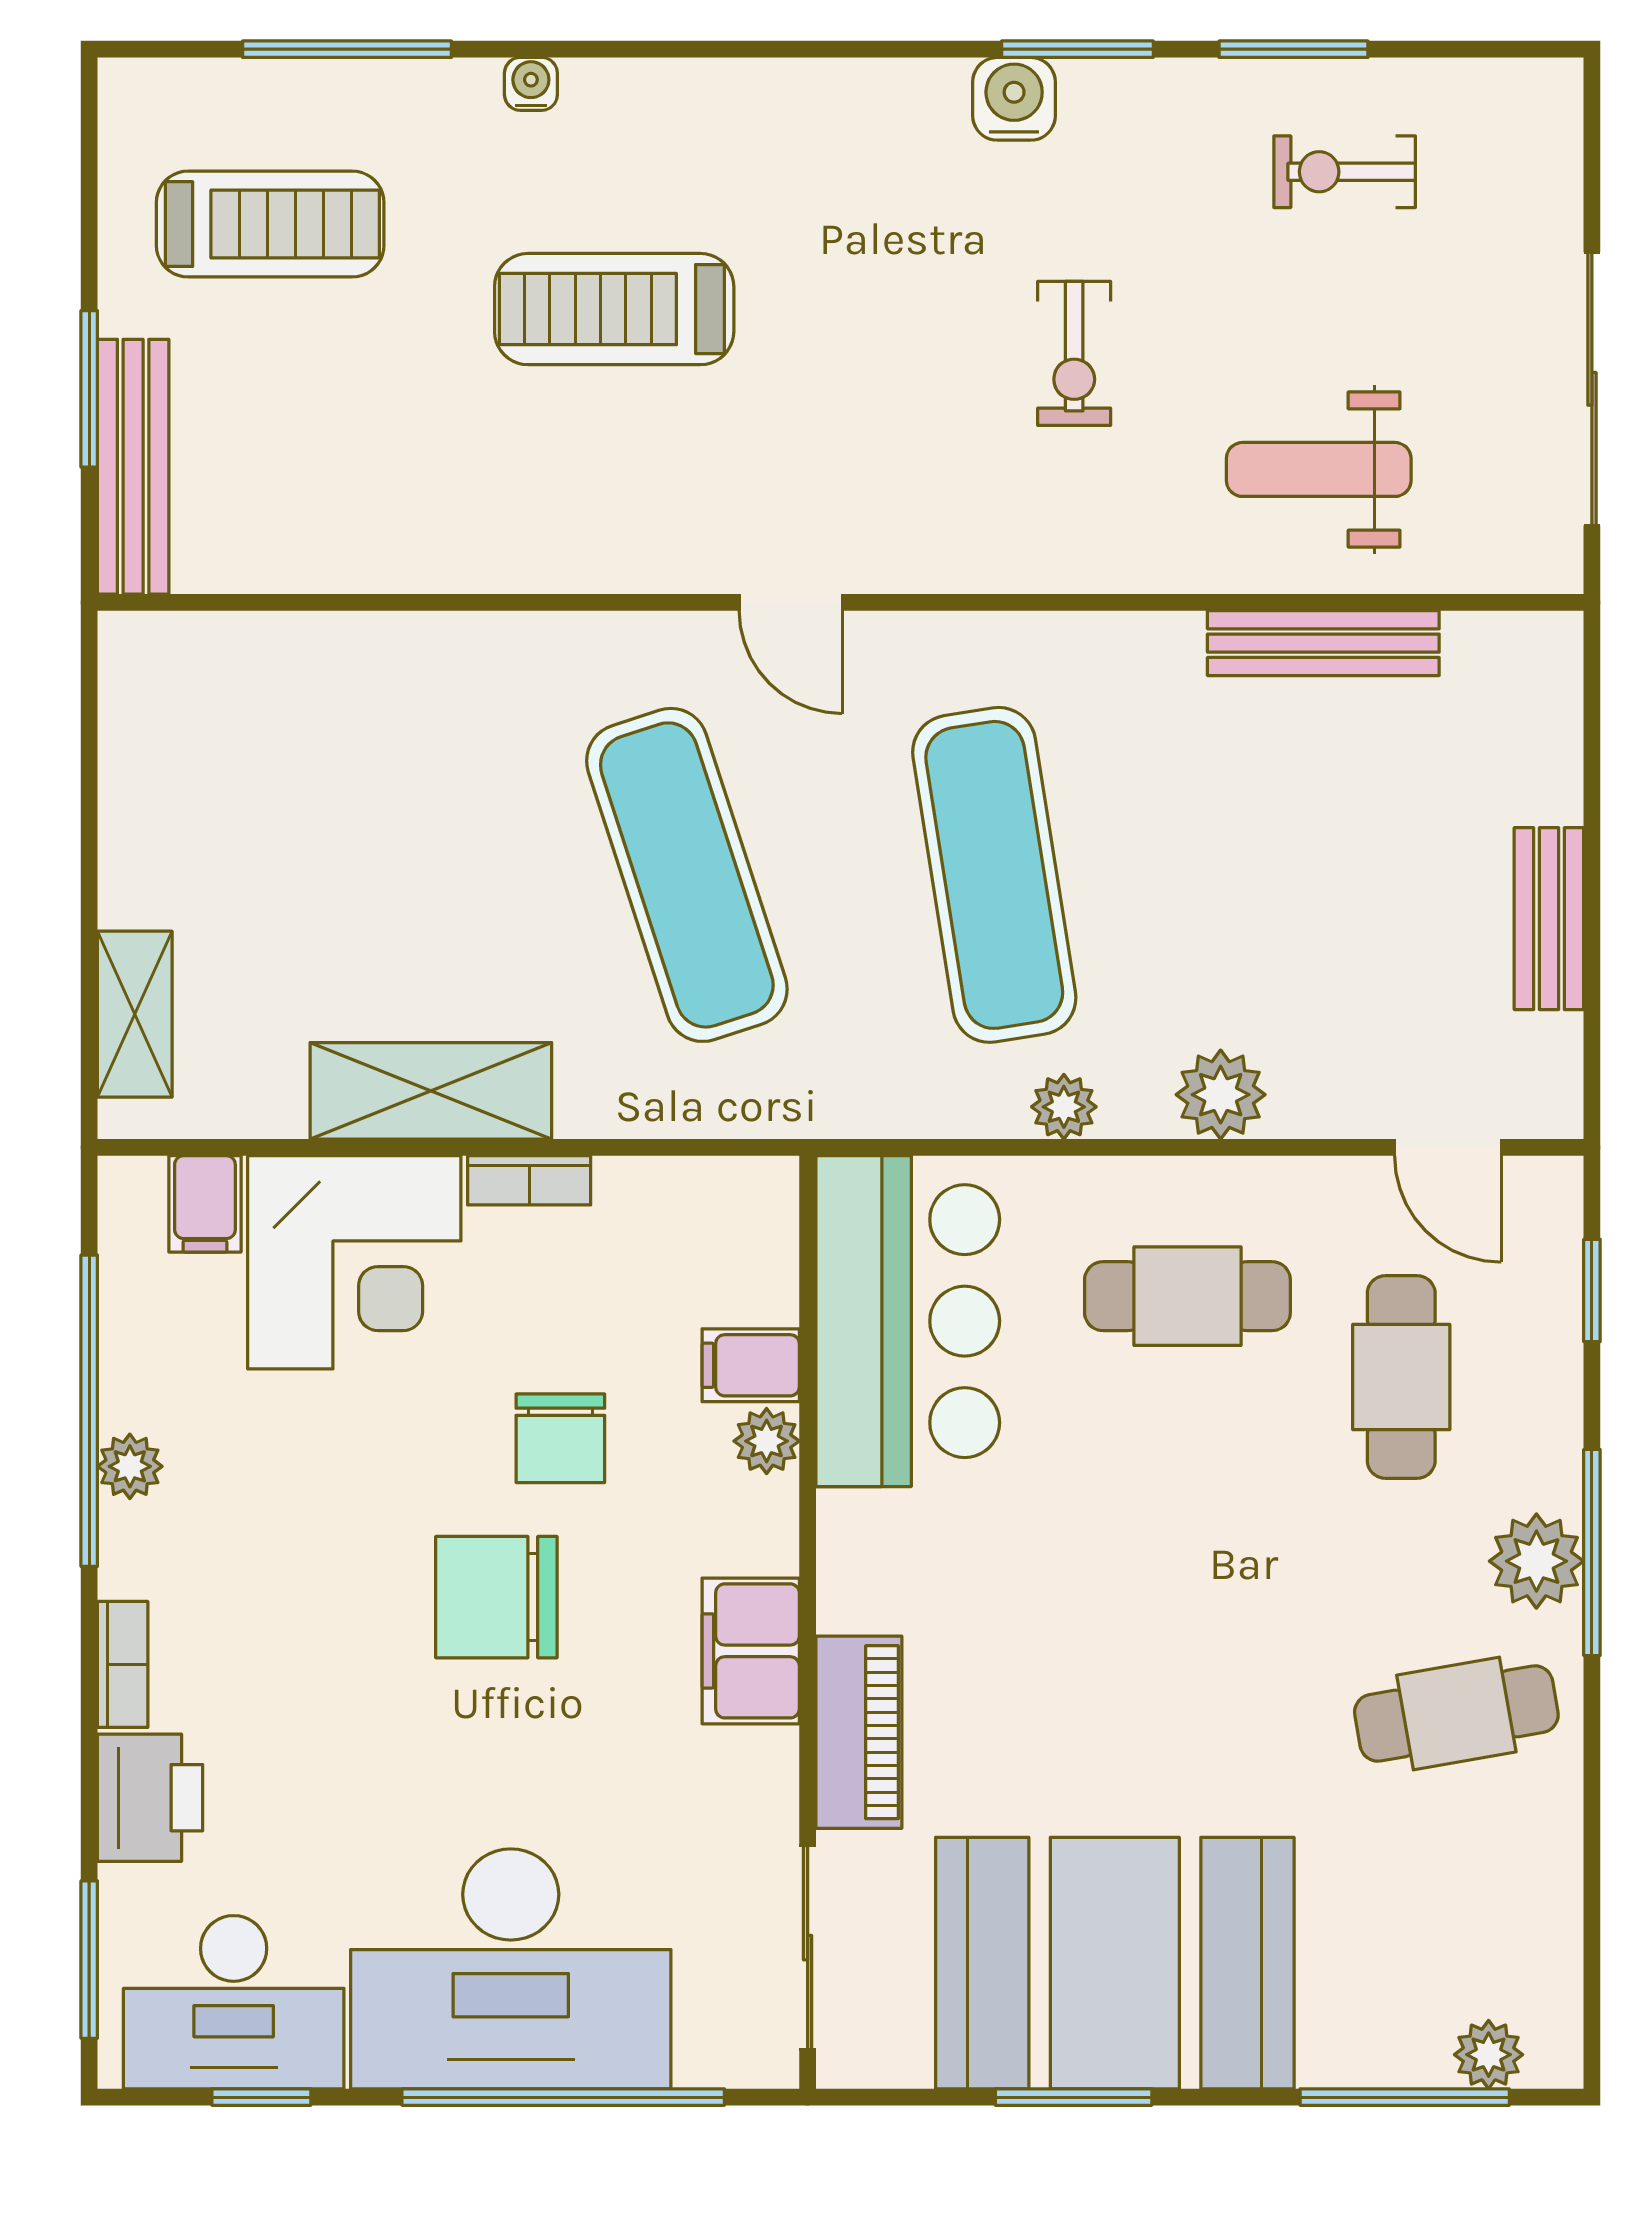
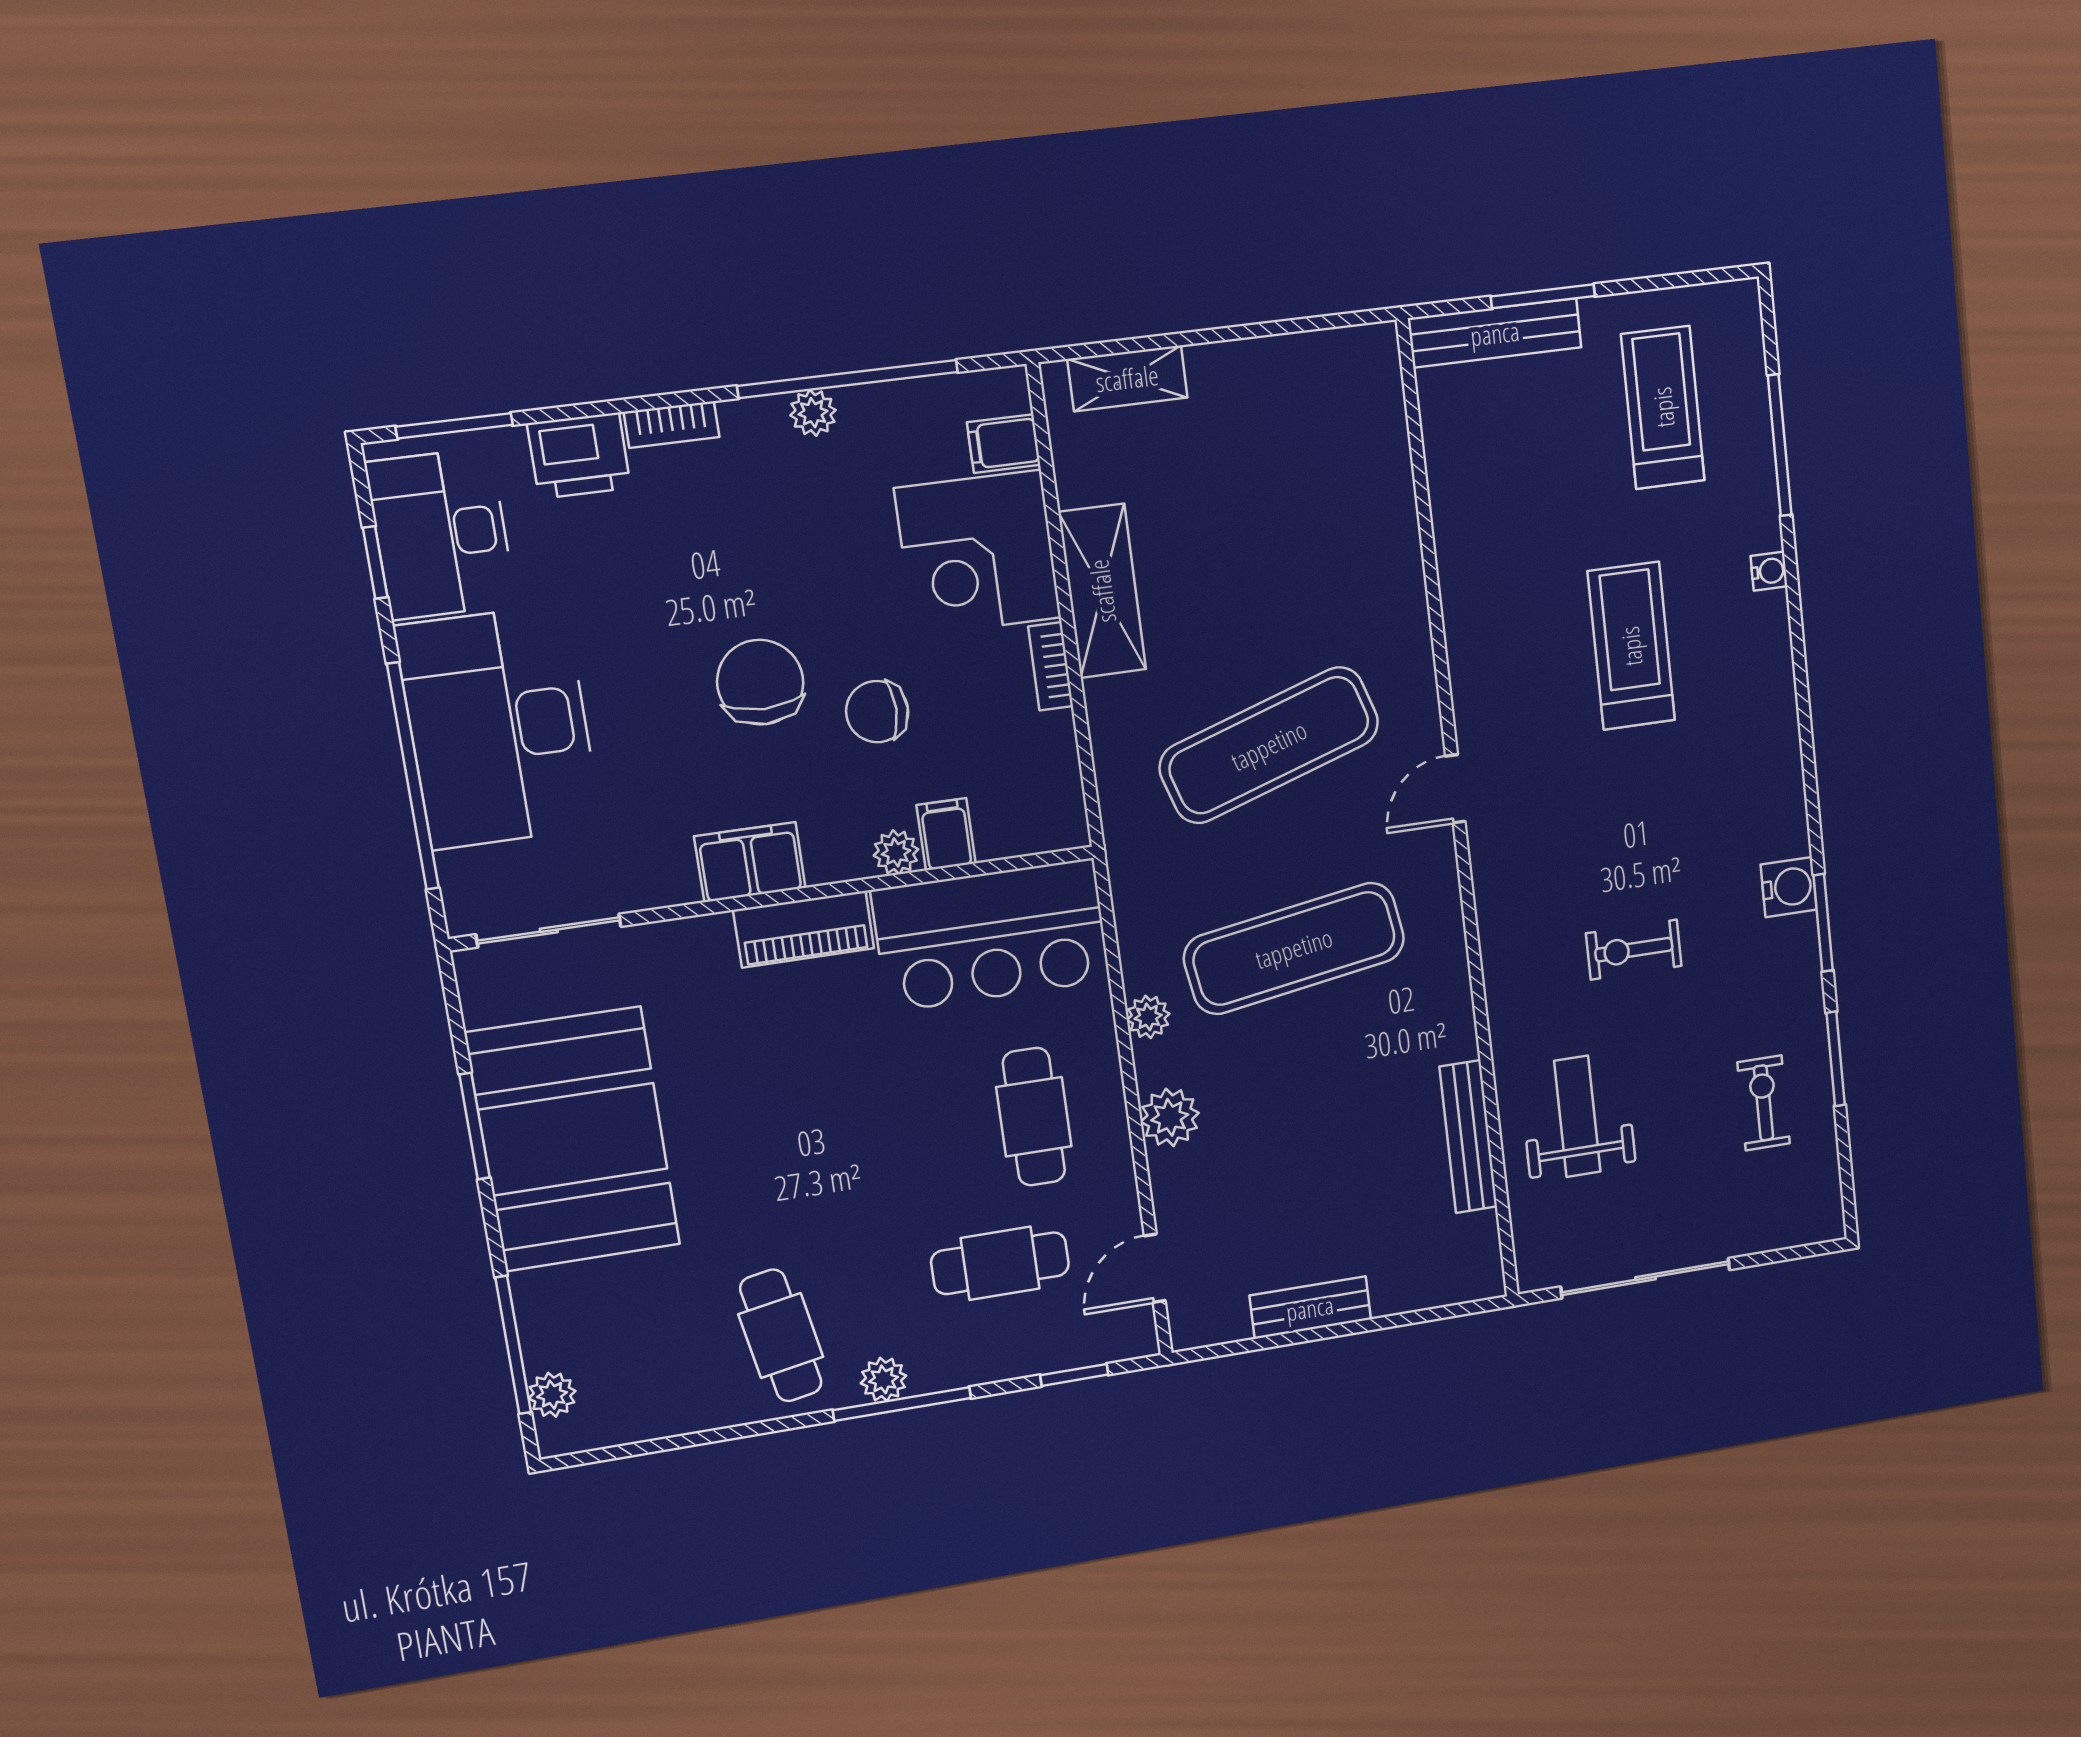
treadmill: (270, 224) -> (1663, 407), turned 180
plant: (1536, 1561) -> (884, 1379), width x0.73, depth x0.73
piano: (859, 1732) -> (804, 929), moved

